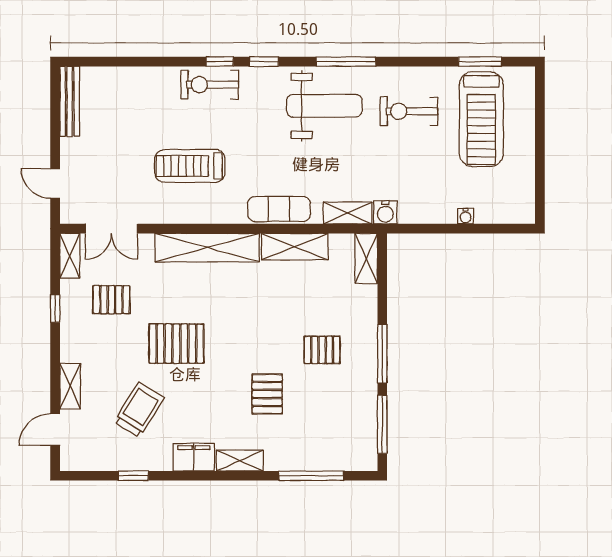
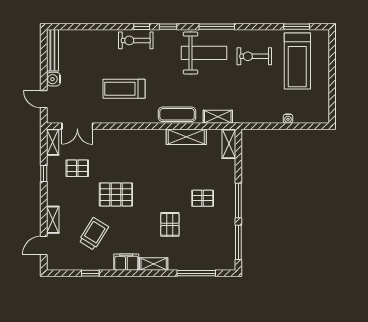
water cooler: (385, 212) -> (53, 79), moved, turned 90
shelving: (207, 248) -> (134, 137), removed

